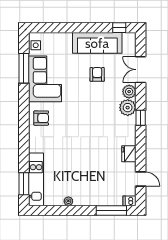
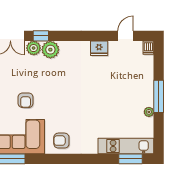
armchair: (97, 74) -> (26, 100), moved, turned -90
armchair: (41, 118) -> (61, 141), turned -90
window: (141, 118) -> (41, 36), moved
window: (111, 210) -> (159, 96), moved

